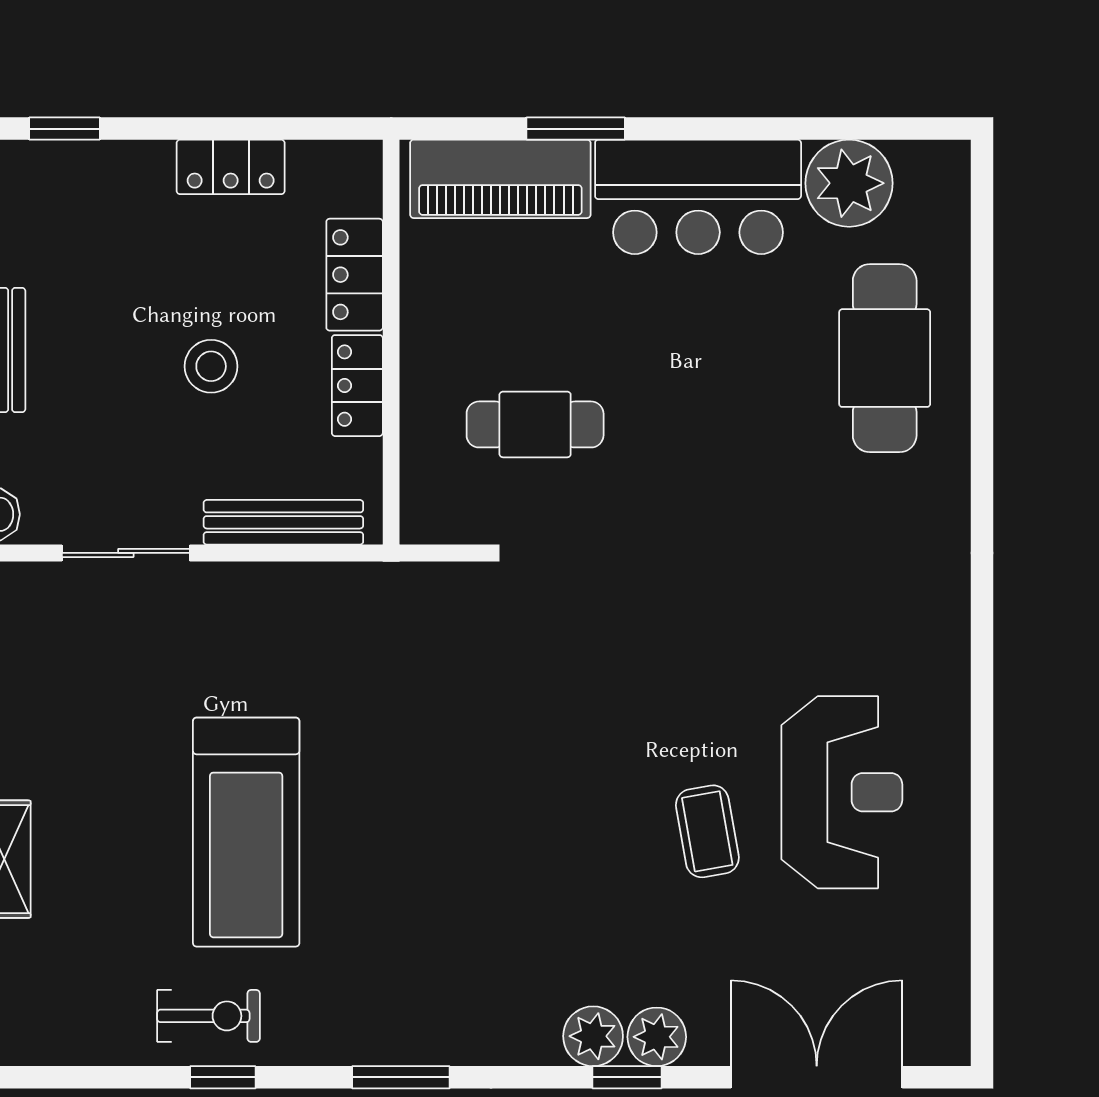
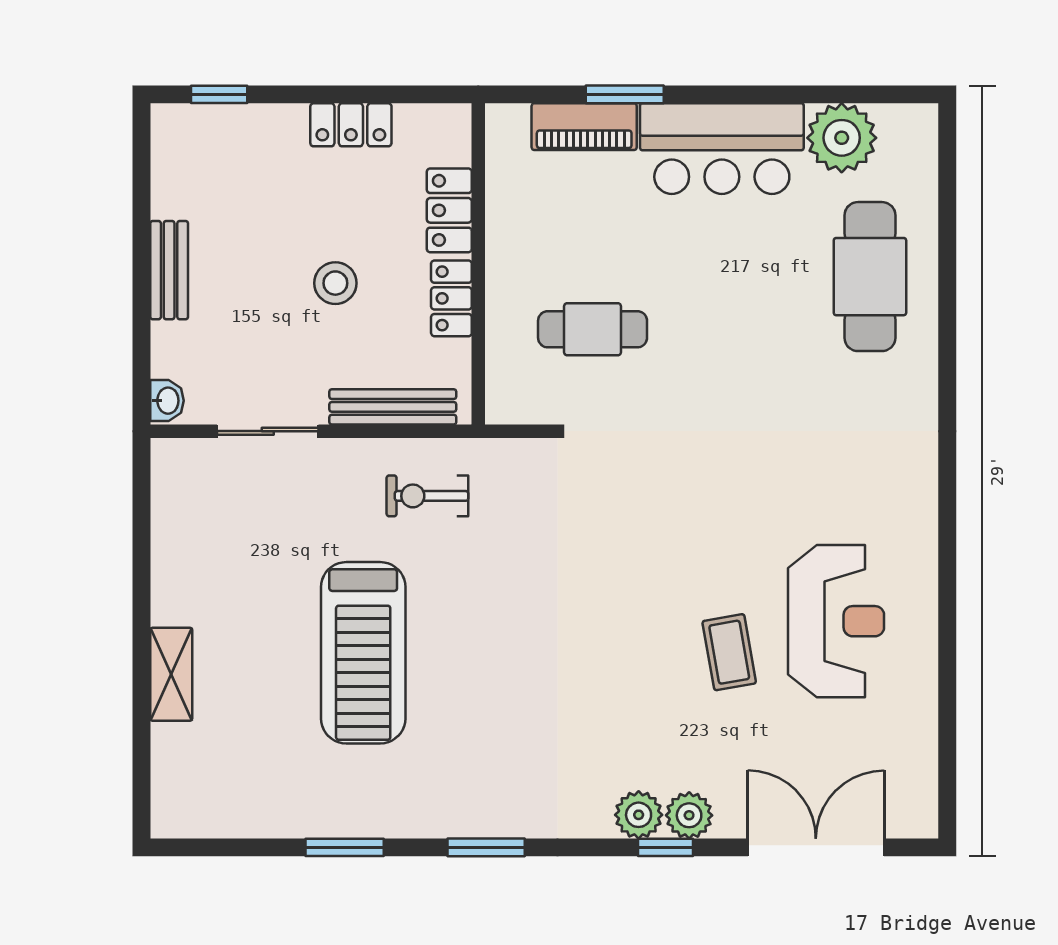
piano: (500, 179) -> (584, 127), width x0.73, depth x0.75
exercise bike: (208, 1016) -> (427, 496), moved, turned 180
window: (223, 1077) -> (345, 847), width x1.50

